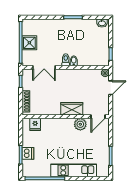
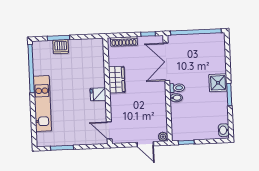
shower: (29, 43) -> (218, 83), moved
double door: (44, 67) -> (166, 62), width x1.37
wardrobe: (72, 109) -> (117, 80), moved
fridge: (35, 124) -> (98, 94), moved
plant: (80, 124) -> (99, 109), removed

